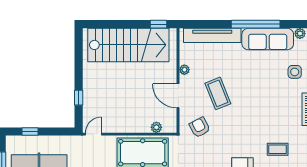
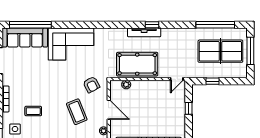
window: (30, 131) -> (212, 81), moved
coffee table: (278, 149) -> (33, 111), moved

